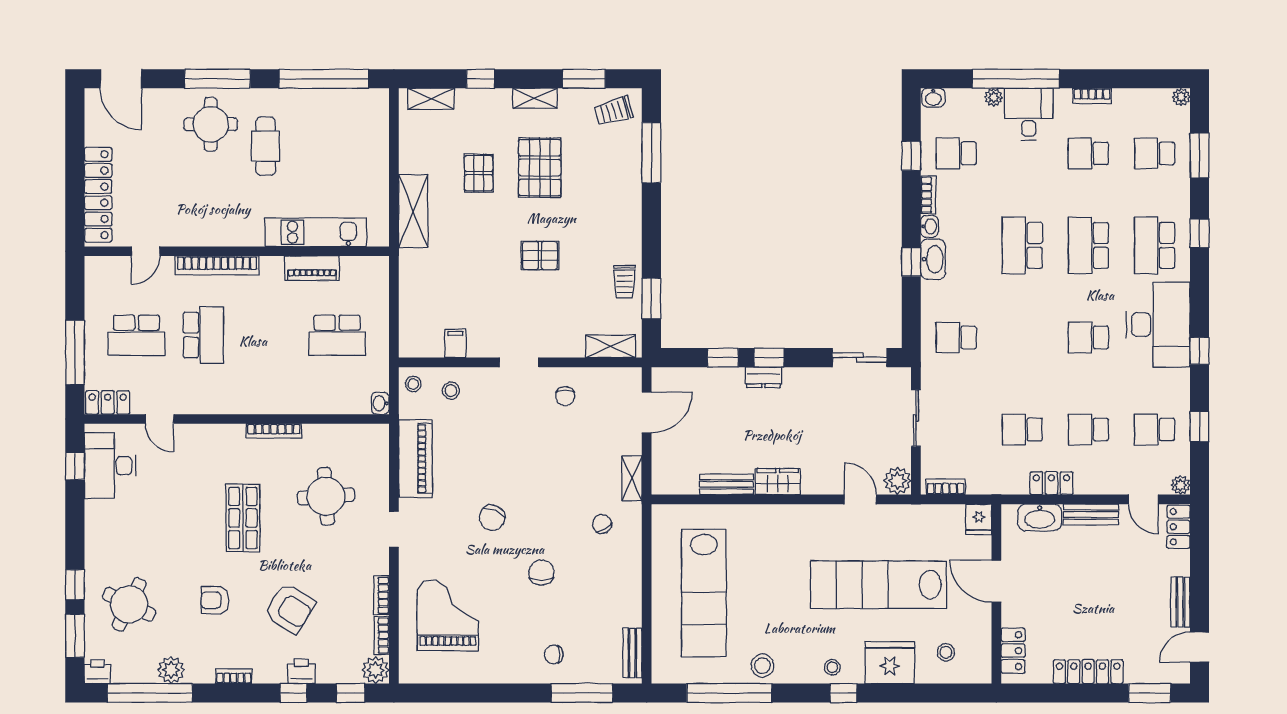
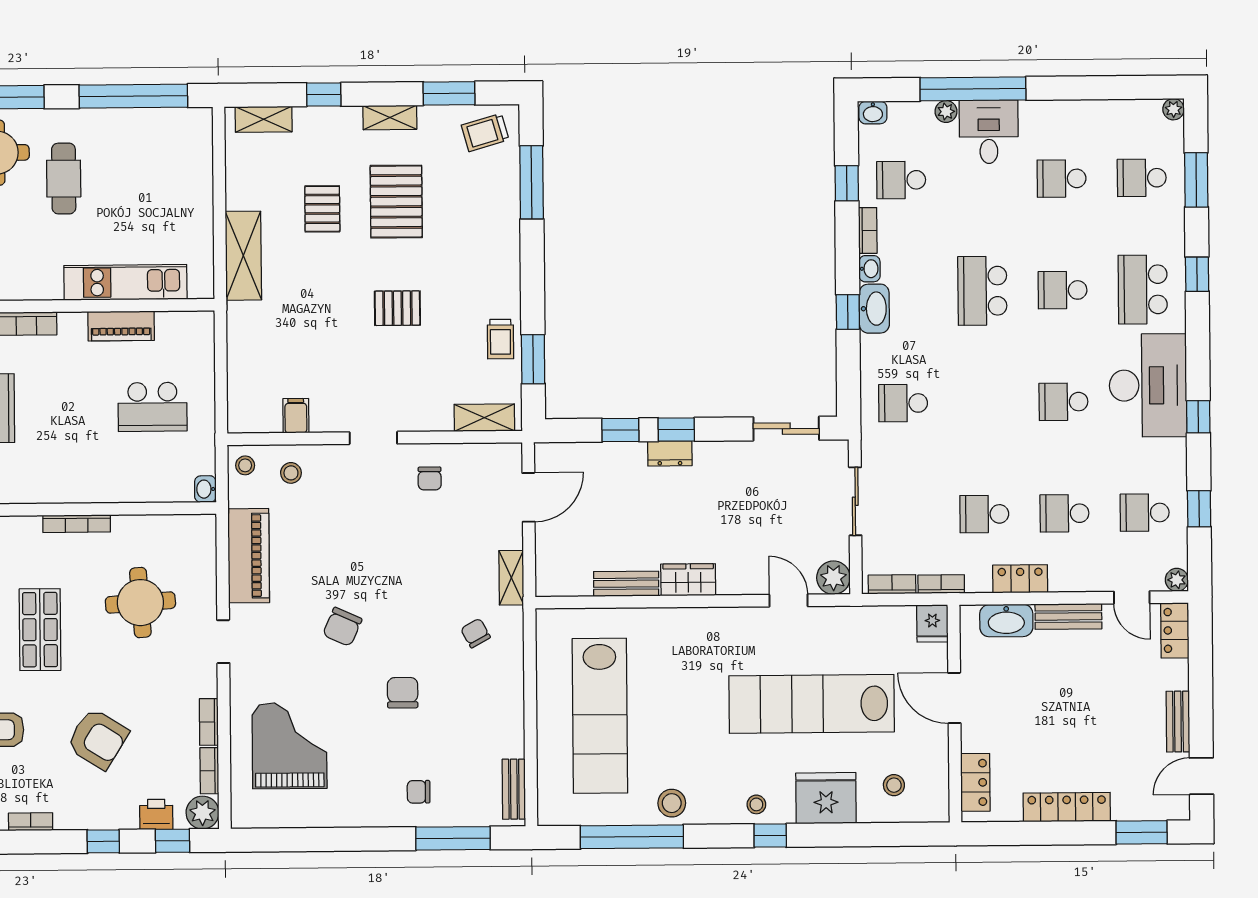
bookcase: (1092, 96) -> (941, 584), moved, turned 180
school desk: (1088, 245) -> (1063, 290), width x0.54
printer: (301, 671) -> (156, 814), moved

